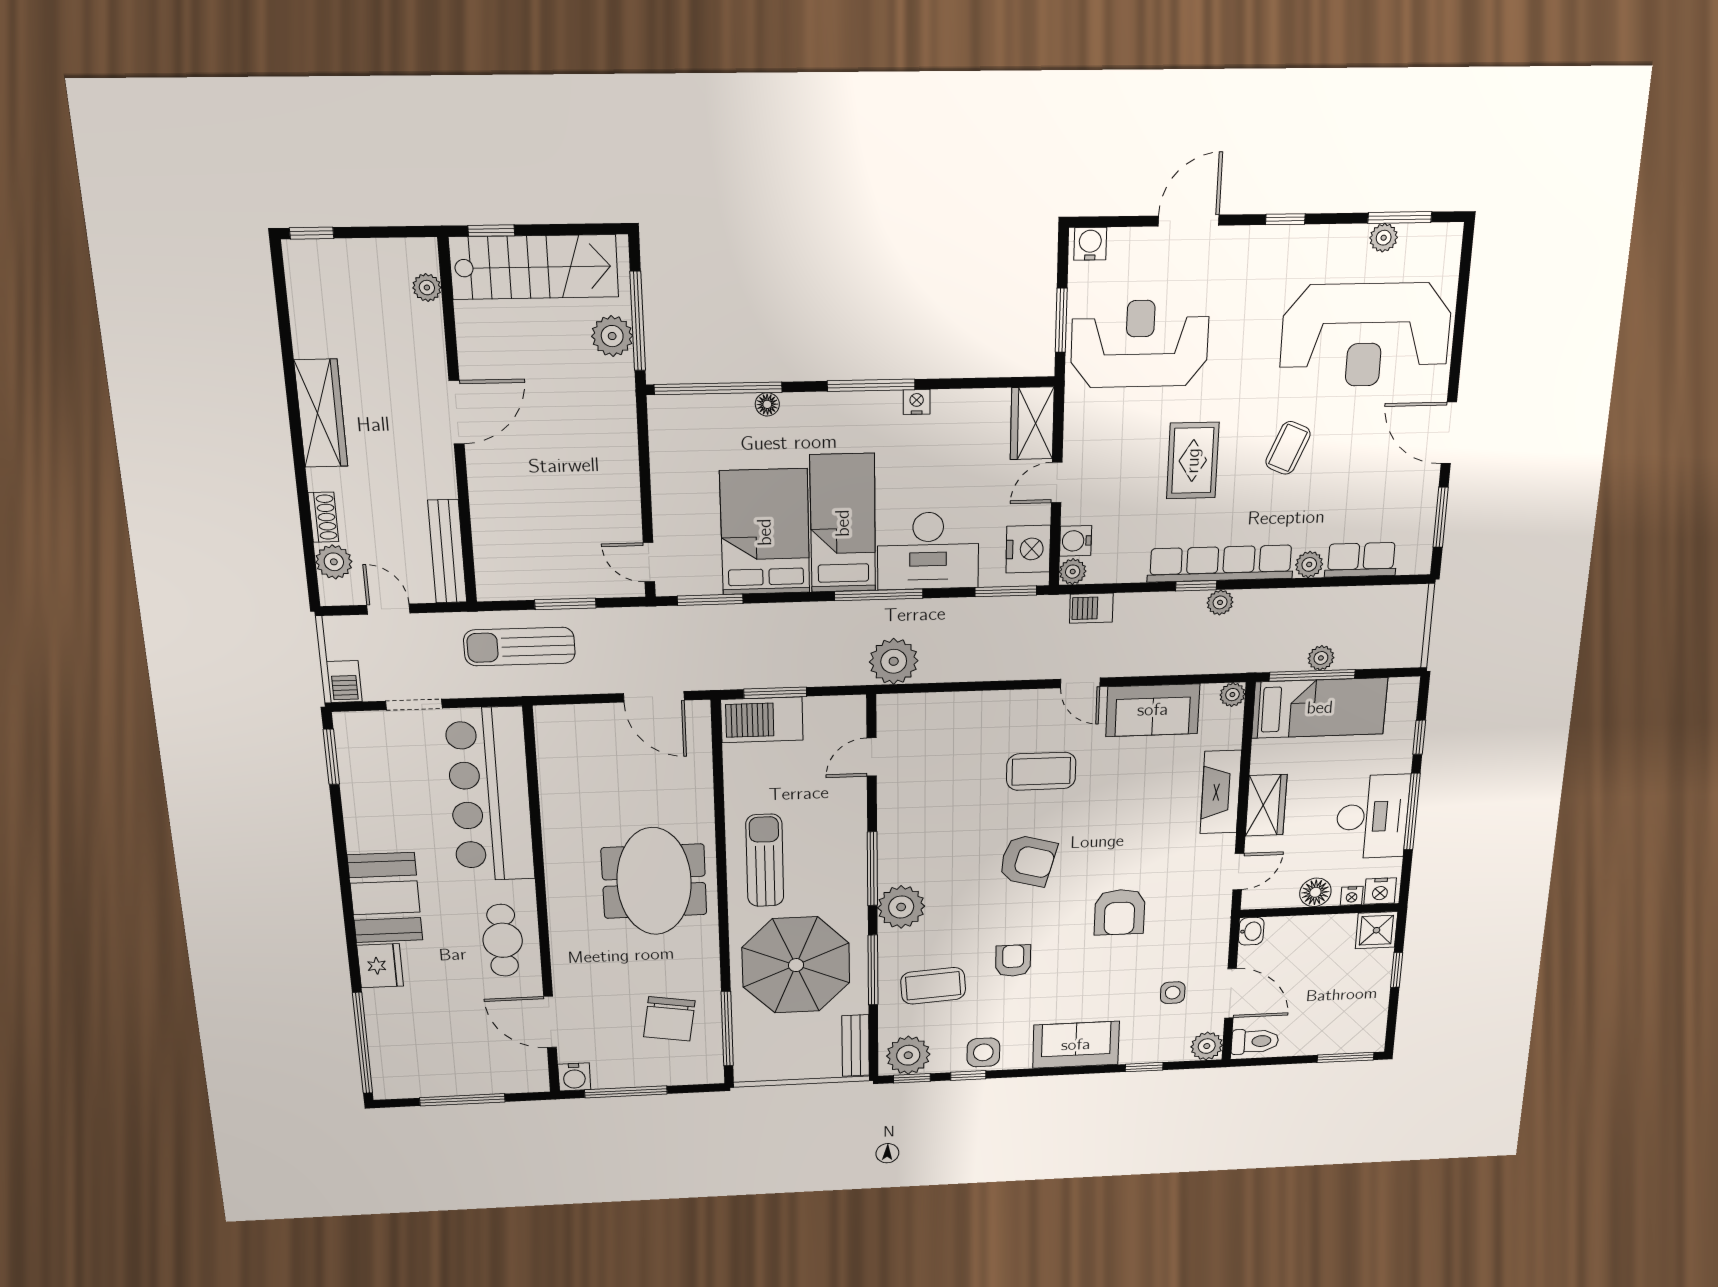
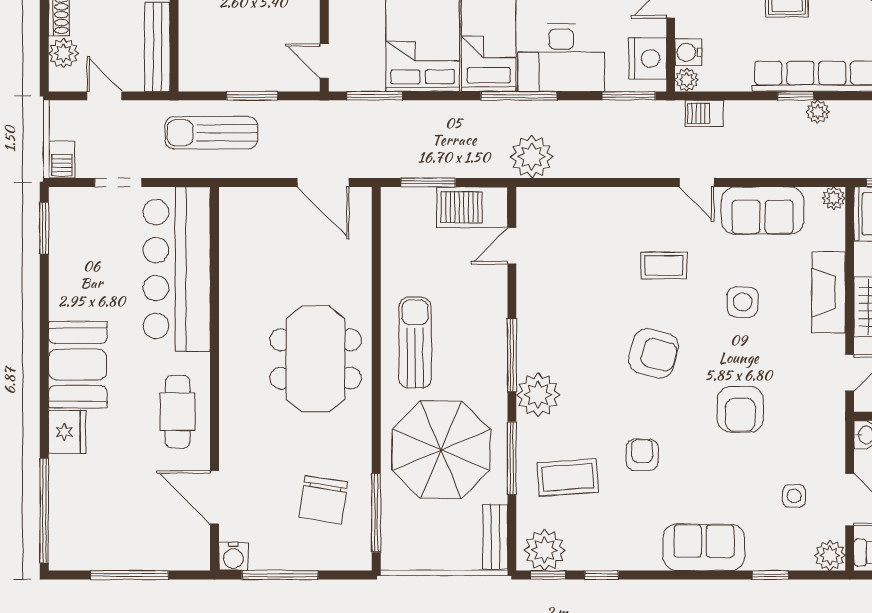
barbecue: (762, 720) -> (472, 207), moved
coffee table: (1041, 771) -> (664, 266), width x0.73, depth x0.77
side table: (983, 1052) -> (742, 302), moved

